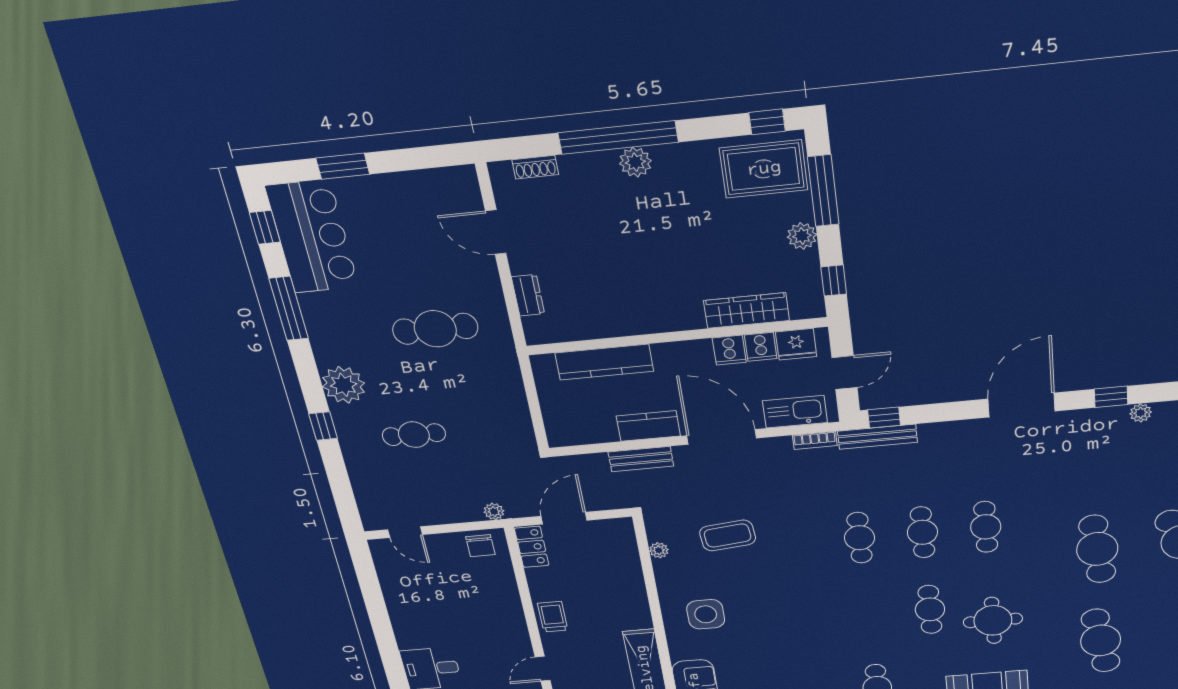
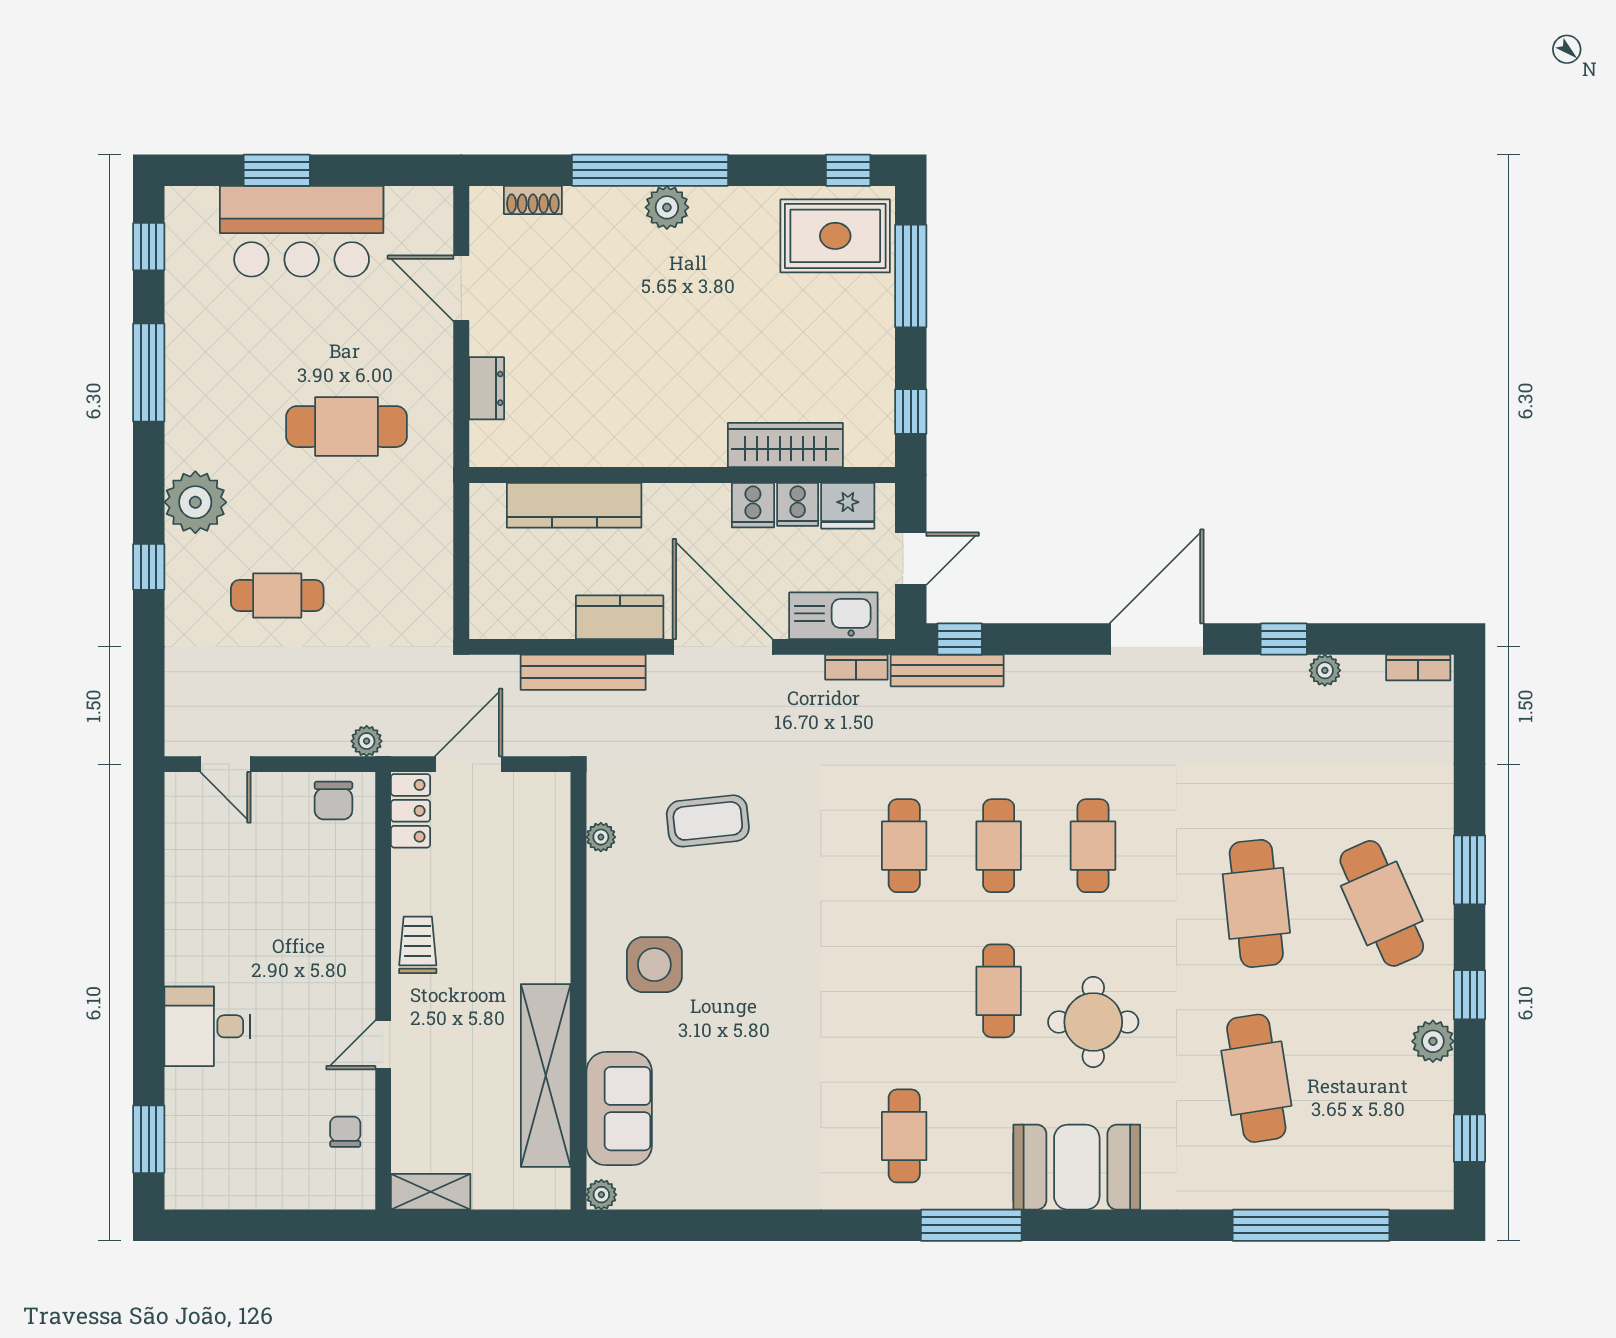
plant: (802, 236) -> (875, 339), removed
bar counter: (312, 237) -> (302, 231), moved, turned 90
bench: (641, 459) -> (583, 672), width x1.36

